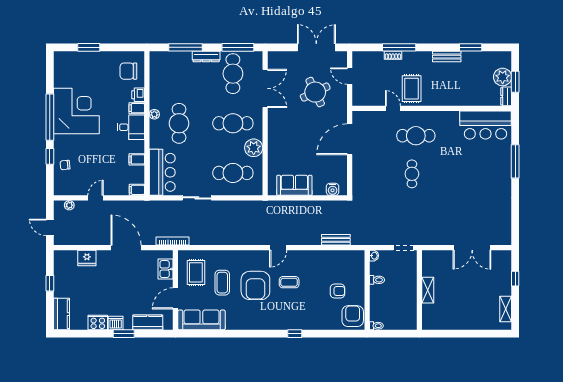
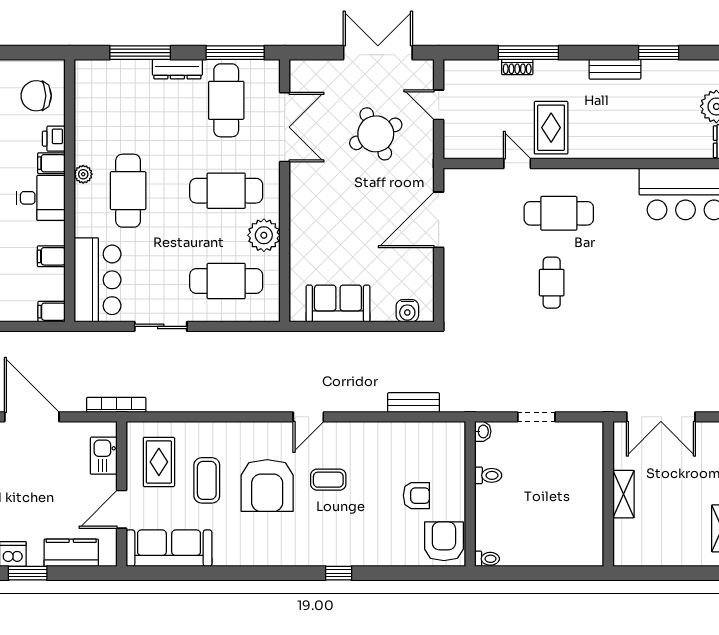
wall: (419, 290) -> (608, 494), moved
shelving: (428, 290) -> (623, 494), moved

